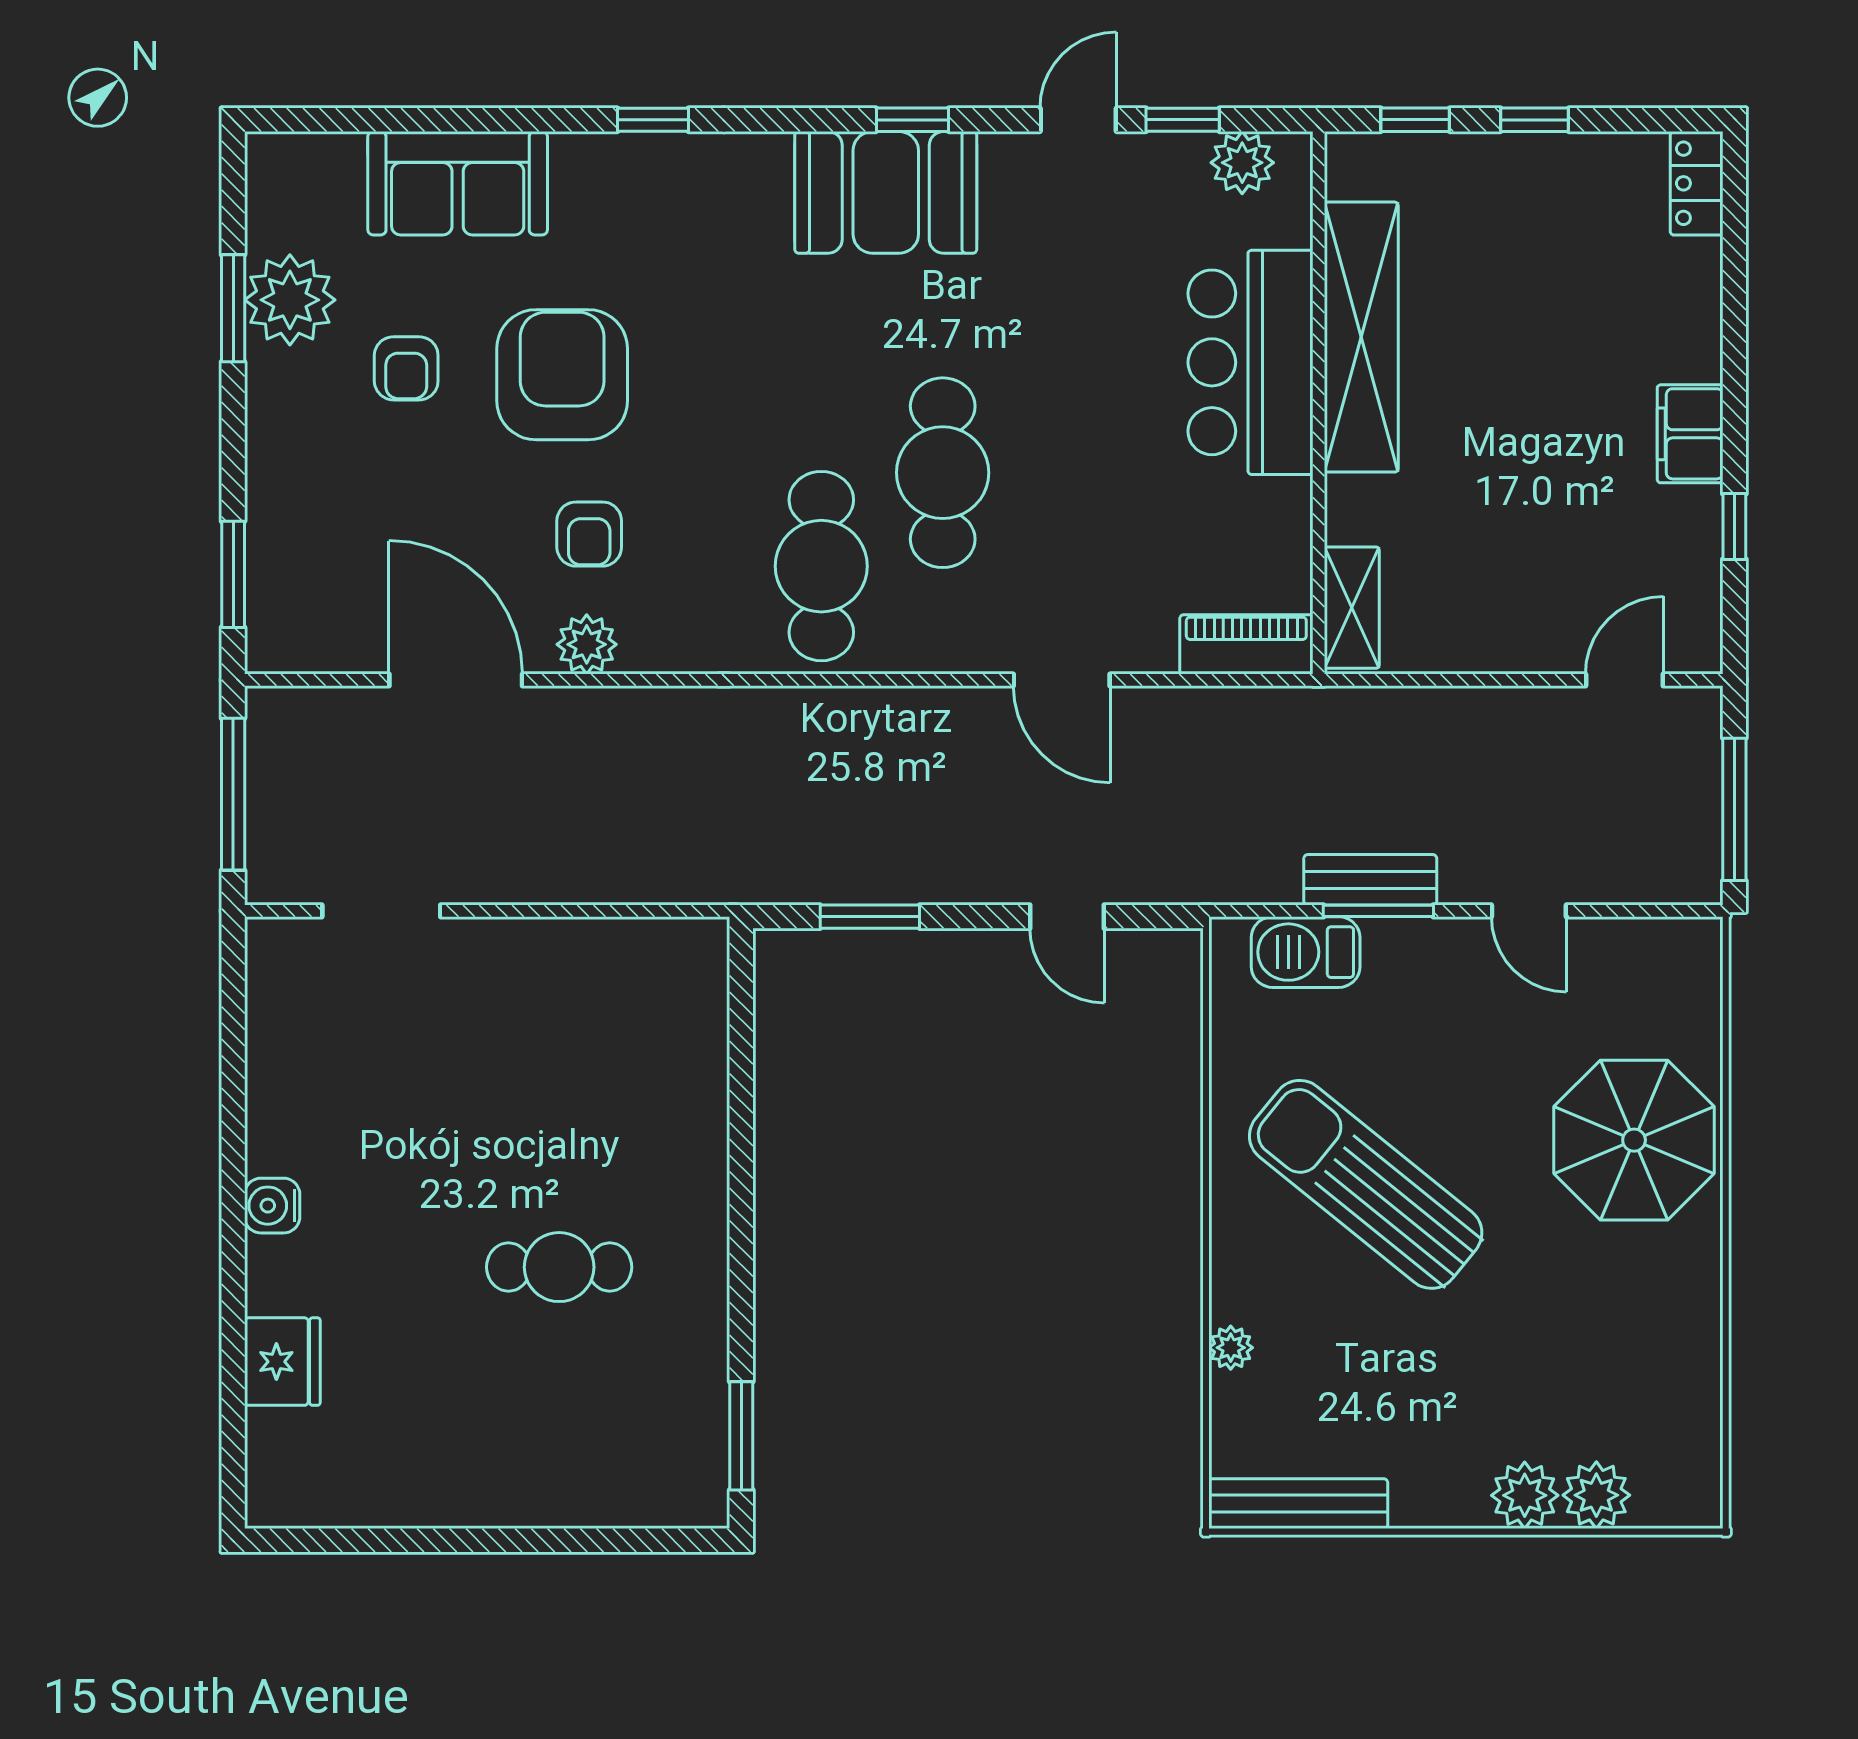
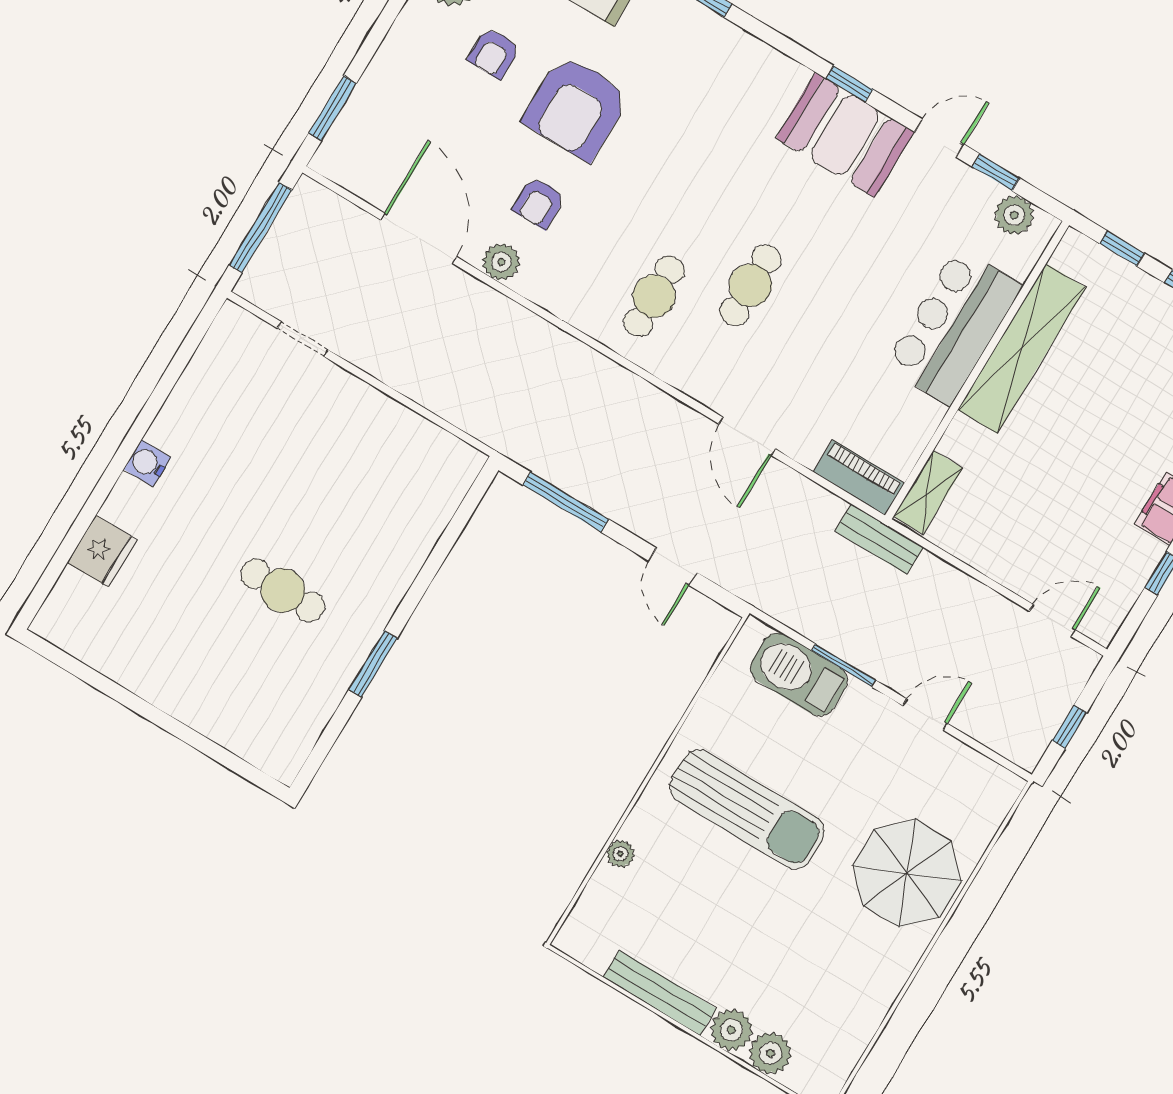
booth: (886, 192) -> (845, 135), moved
armchair: (562, 375) -> (576, 108), turned 180
cafe table: (943, 473) -> (750, 285), width x0.73, depth x0.74
cafe table: (821, 566) -> (654, 296), width x0.73, depth x0.74
window: (1734, 809) -> (1070, 727), width x0.46
bench: (1370, 880) -> (879, 539), moved
doorway: (381, 911) -> (303, 339), width x0.73
door: (1529, 911) -> (925, 714), swing flipped
window: (870, 917) -> (566, 502), width x1.44
barbecue: (1306, 952) -> (799, 674), width x1.37, depth x1.21
sun lounger: (1366, 1184) -> (747, 809), turned 141
window: (741, 1436) -> (373, 664), moved
bench: (1298, 1504) -> (660, 993), moved

